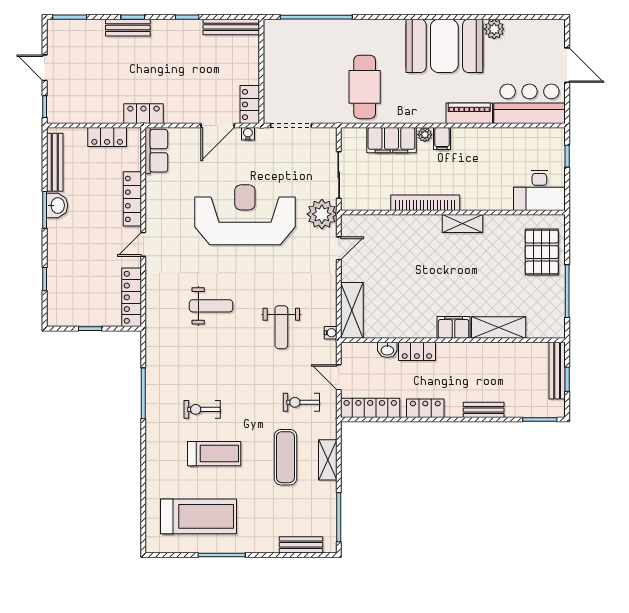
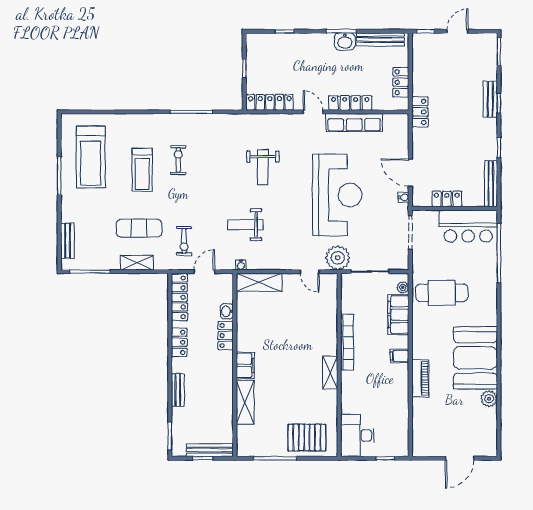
locker: (250, 104) -> (447, 199), moved
bar counter: (529, 104) -> (468, 226), moved, turned 90
plant: (425, 135) -> (403, 287), moved
row of seats: (156, 151) -> (354, 123), moved, width x1.48
exercise bike: (301, 402) -> (184, 241), turned 180

